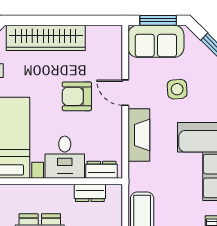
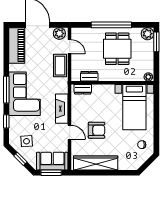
wardrobe: (46, 38) -> (96, 163), moved
side table: (177, 89) -> (27, 141), moved
desk: (65, 157) -> (103, 96), removed

